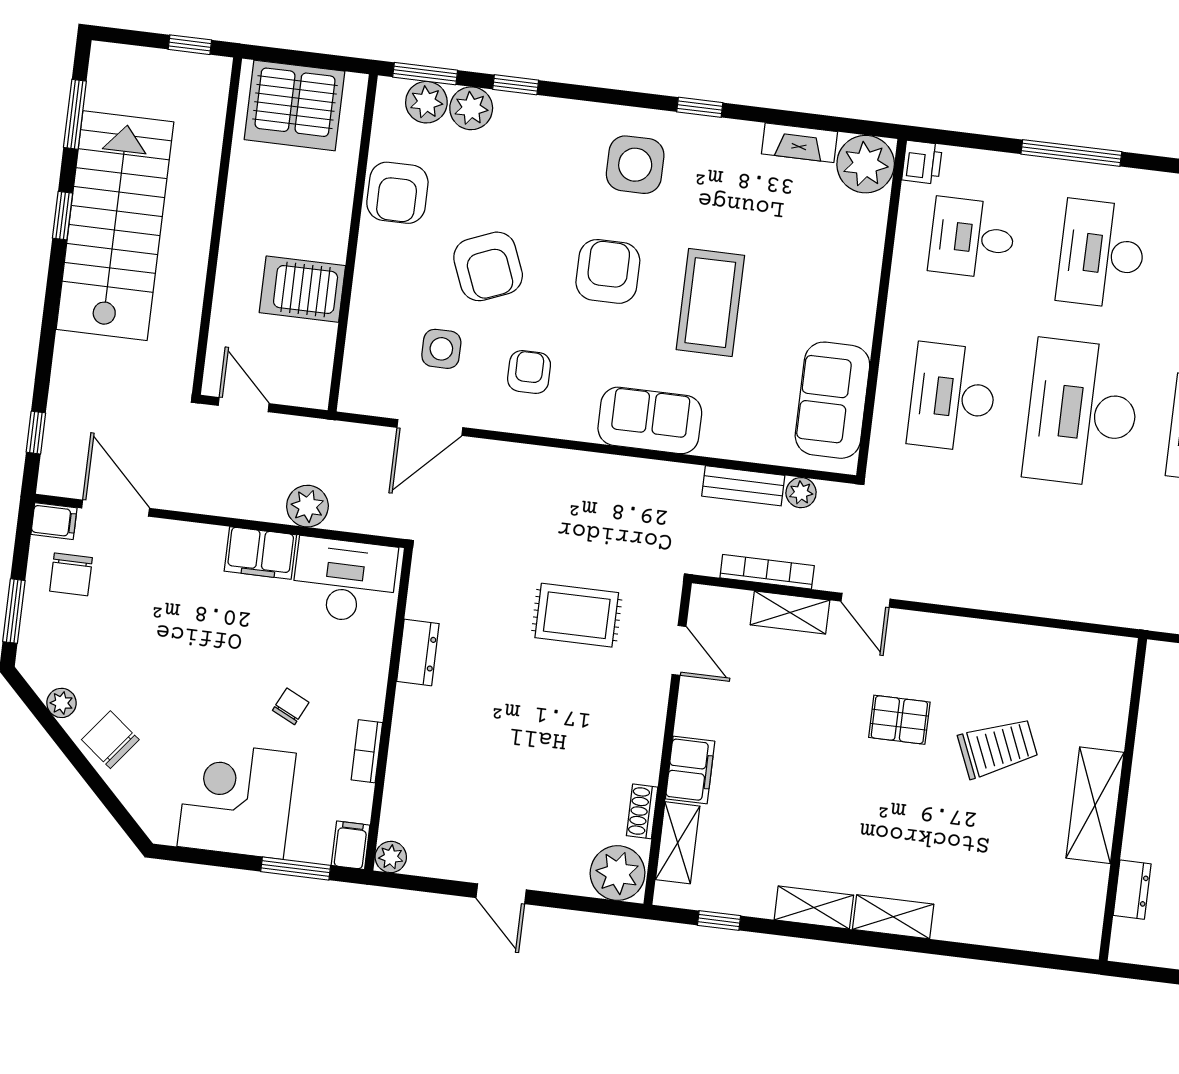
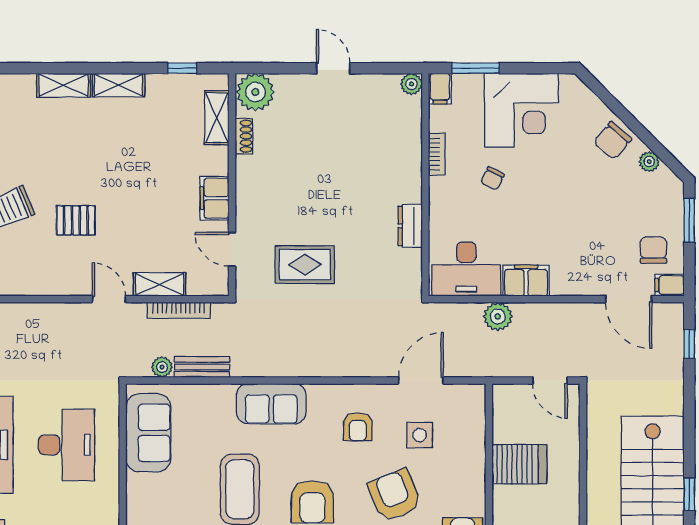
chair: (110, 740) -> (613, 141), turned 92
filing cabinet: (690, 770) -> (214, 198), moved

